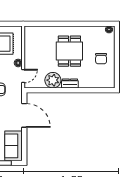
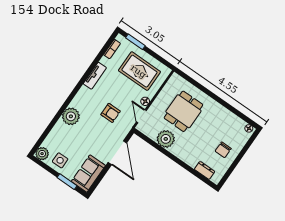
dining table: (69, 51) -> (183, 111), moved
door: (23, 76) -> (141, 116), swing flipped
dresser: (70, 83) -> (205, 170), moved

